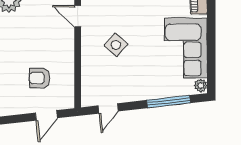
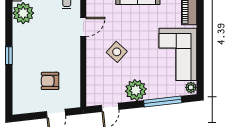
door: (78, 16) -> (83, 27), swing flipped
plant: (138, 89) -> (136, 90), added

